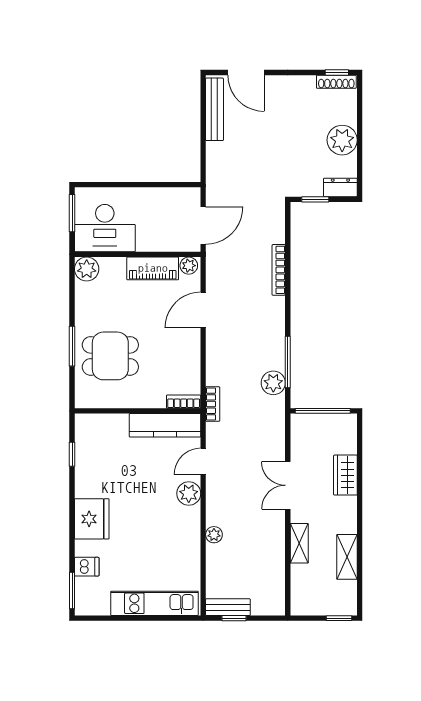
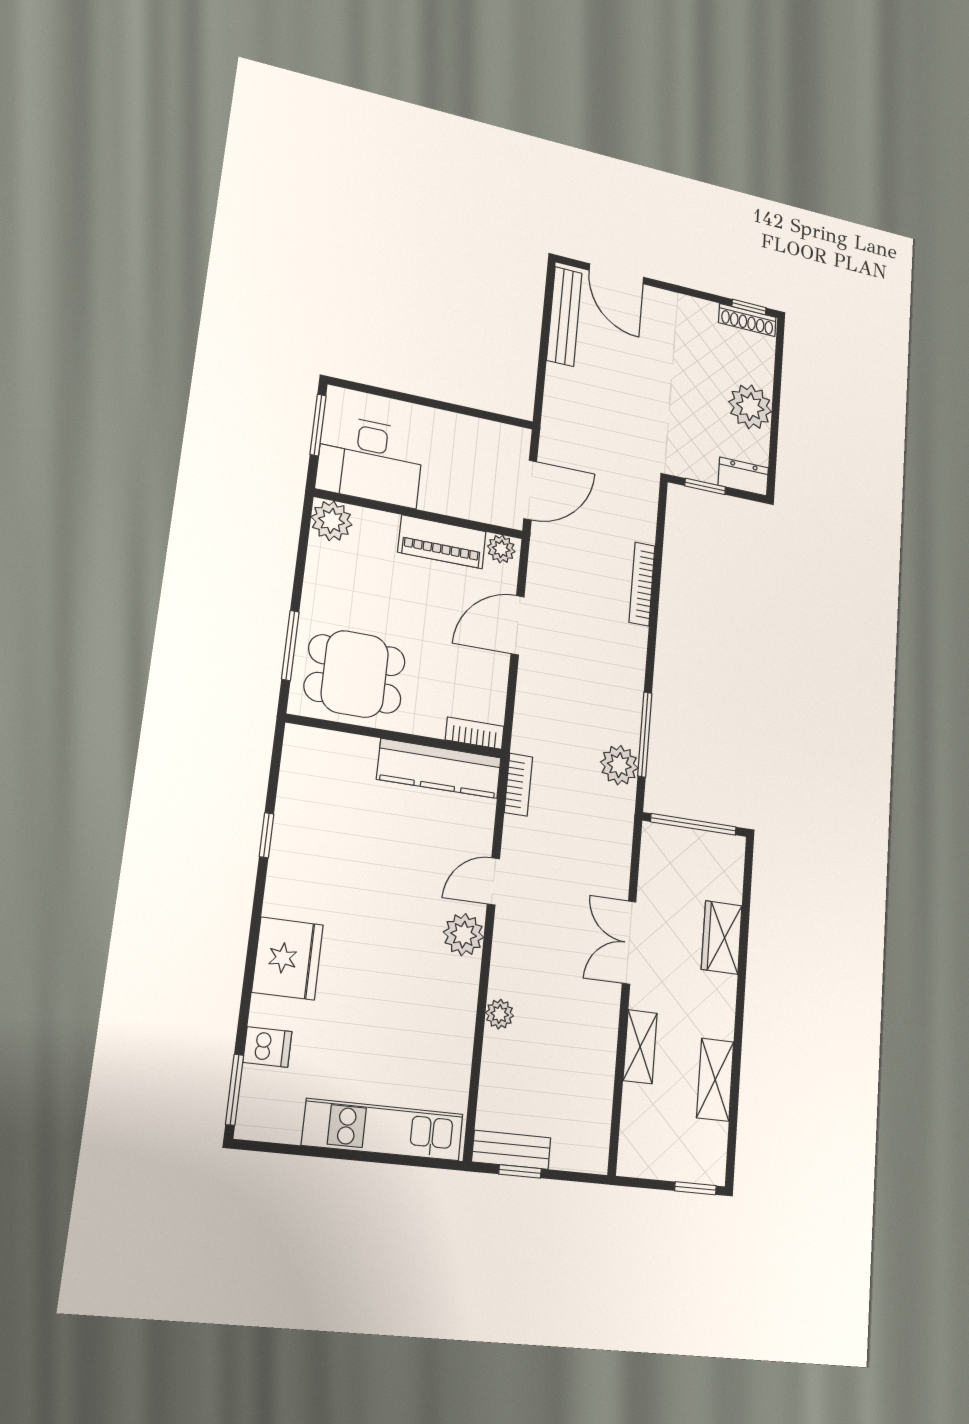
bookcase: (184, 402) -> (475, 733), moved
wall: (138, 411) -> (395, 736), moved
kitchen counter: (165, 425) -> (439, 768), moved

